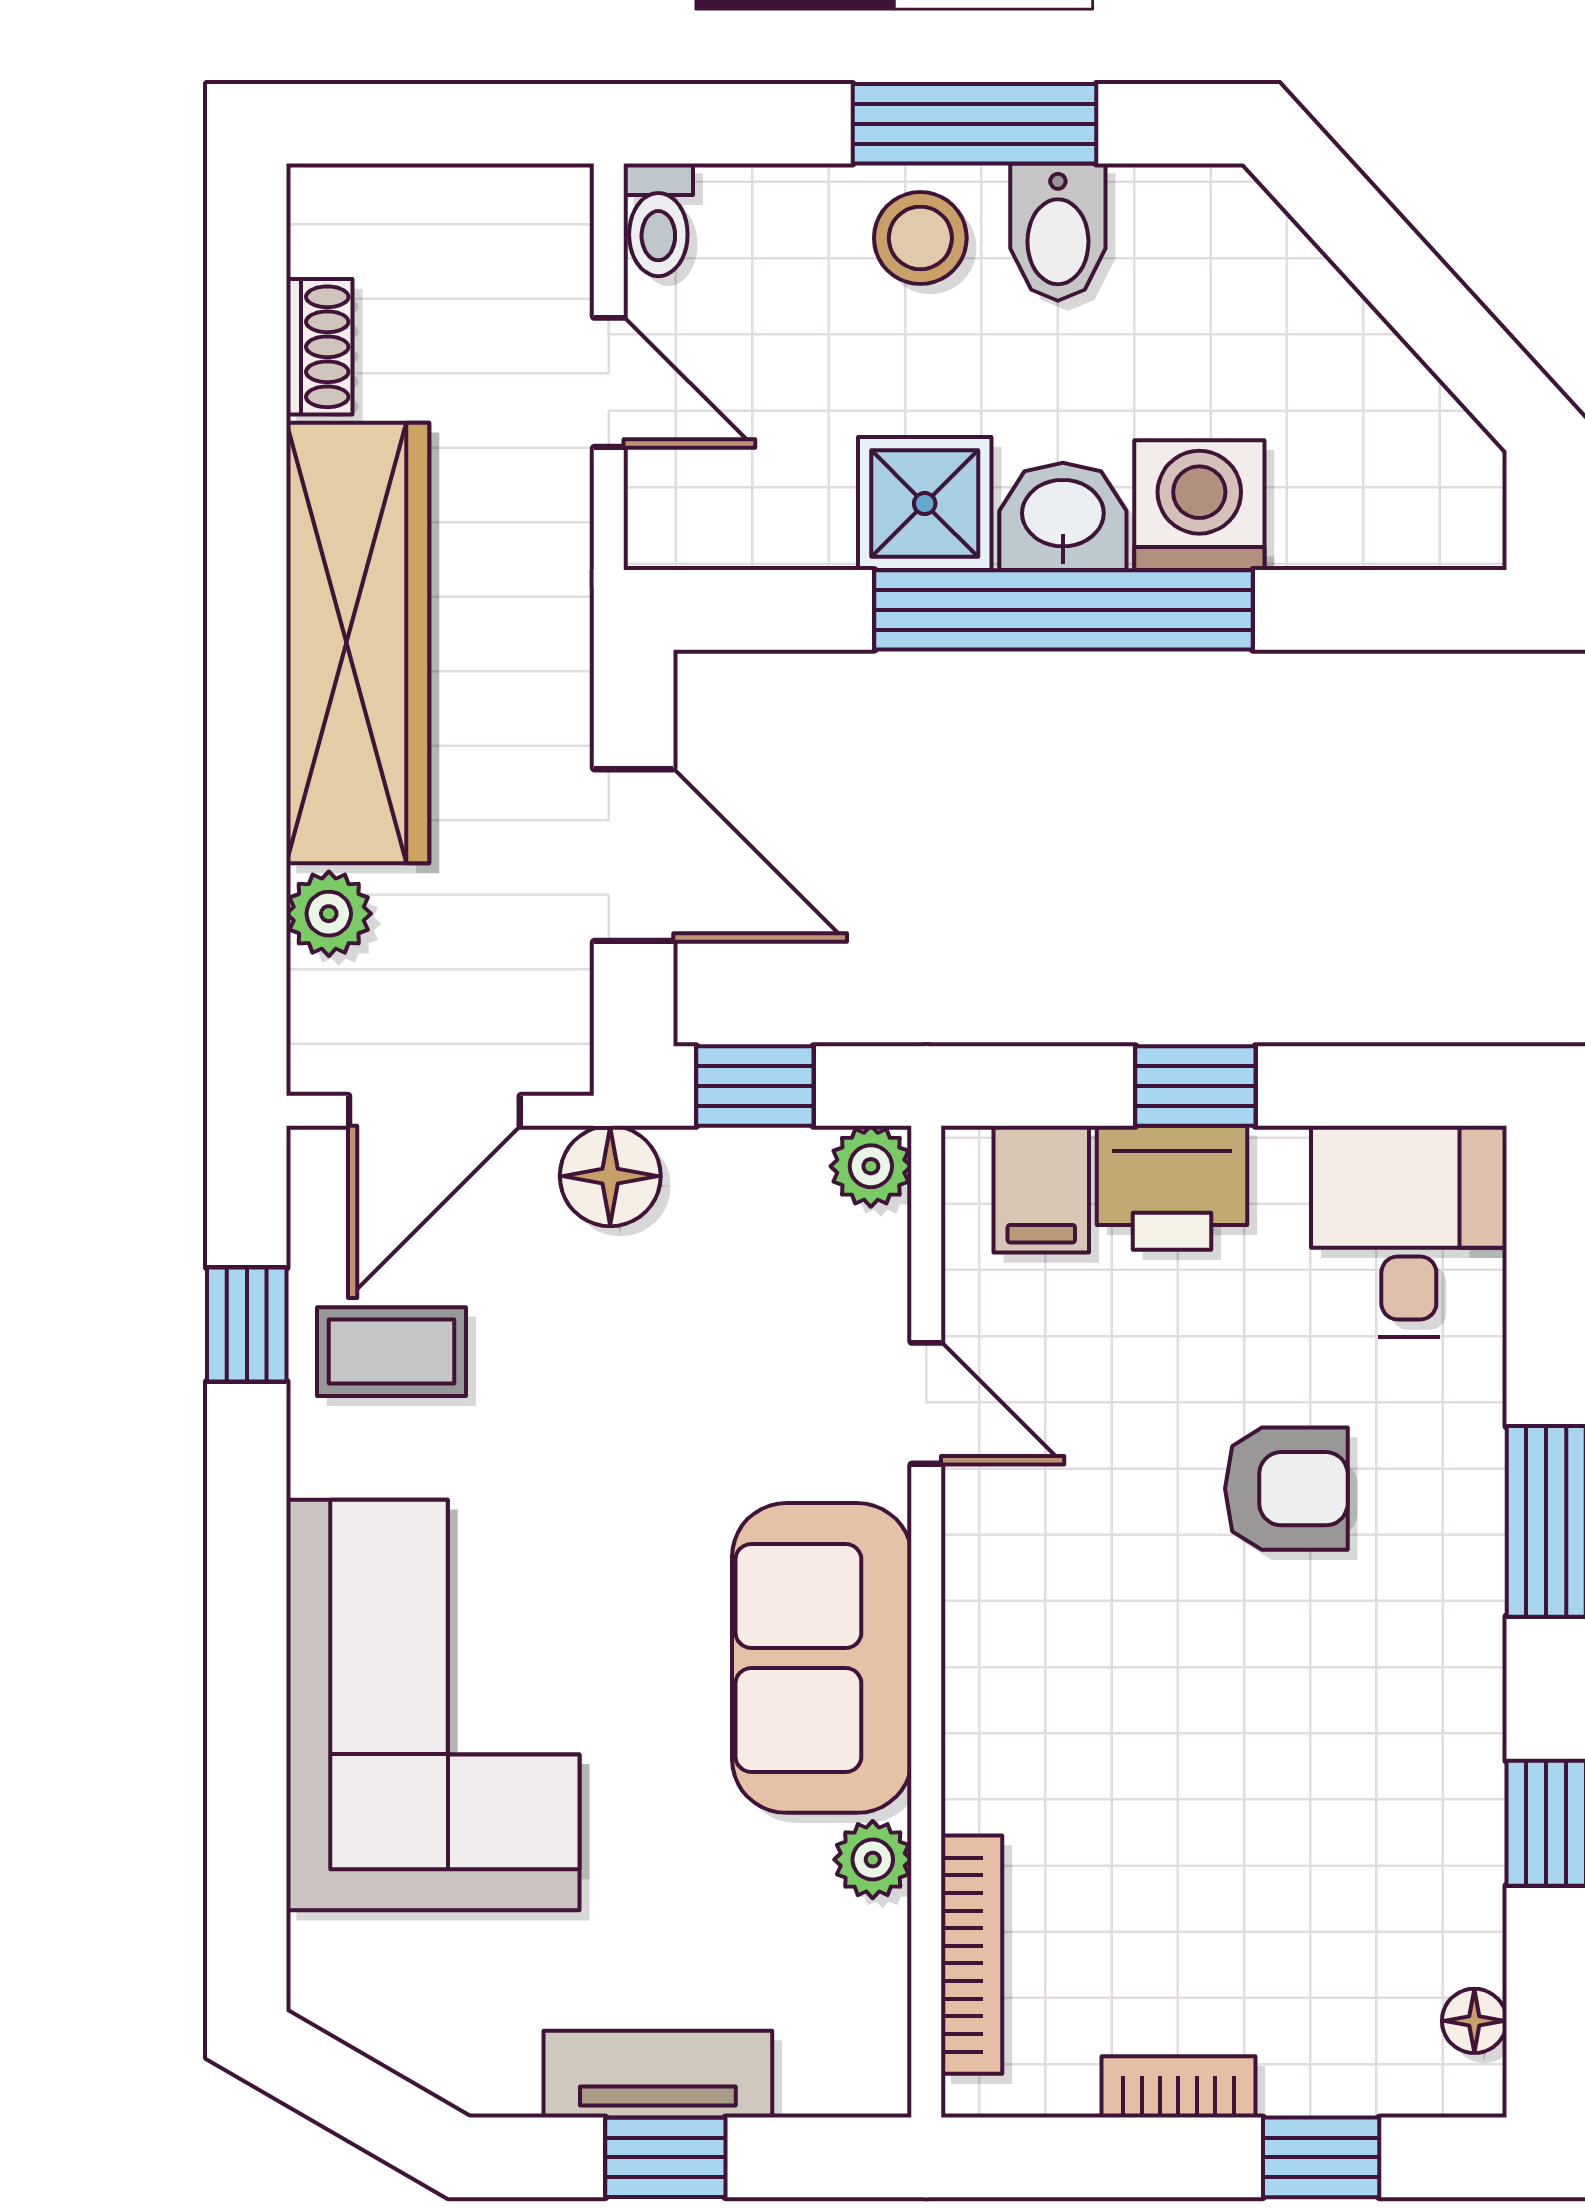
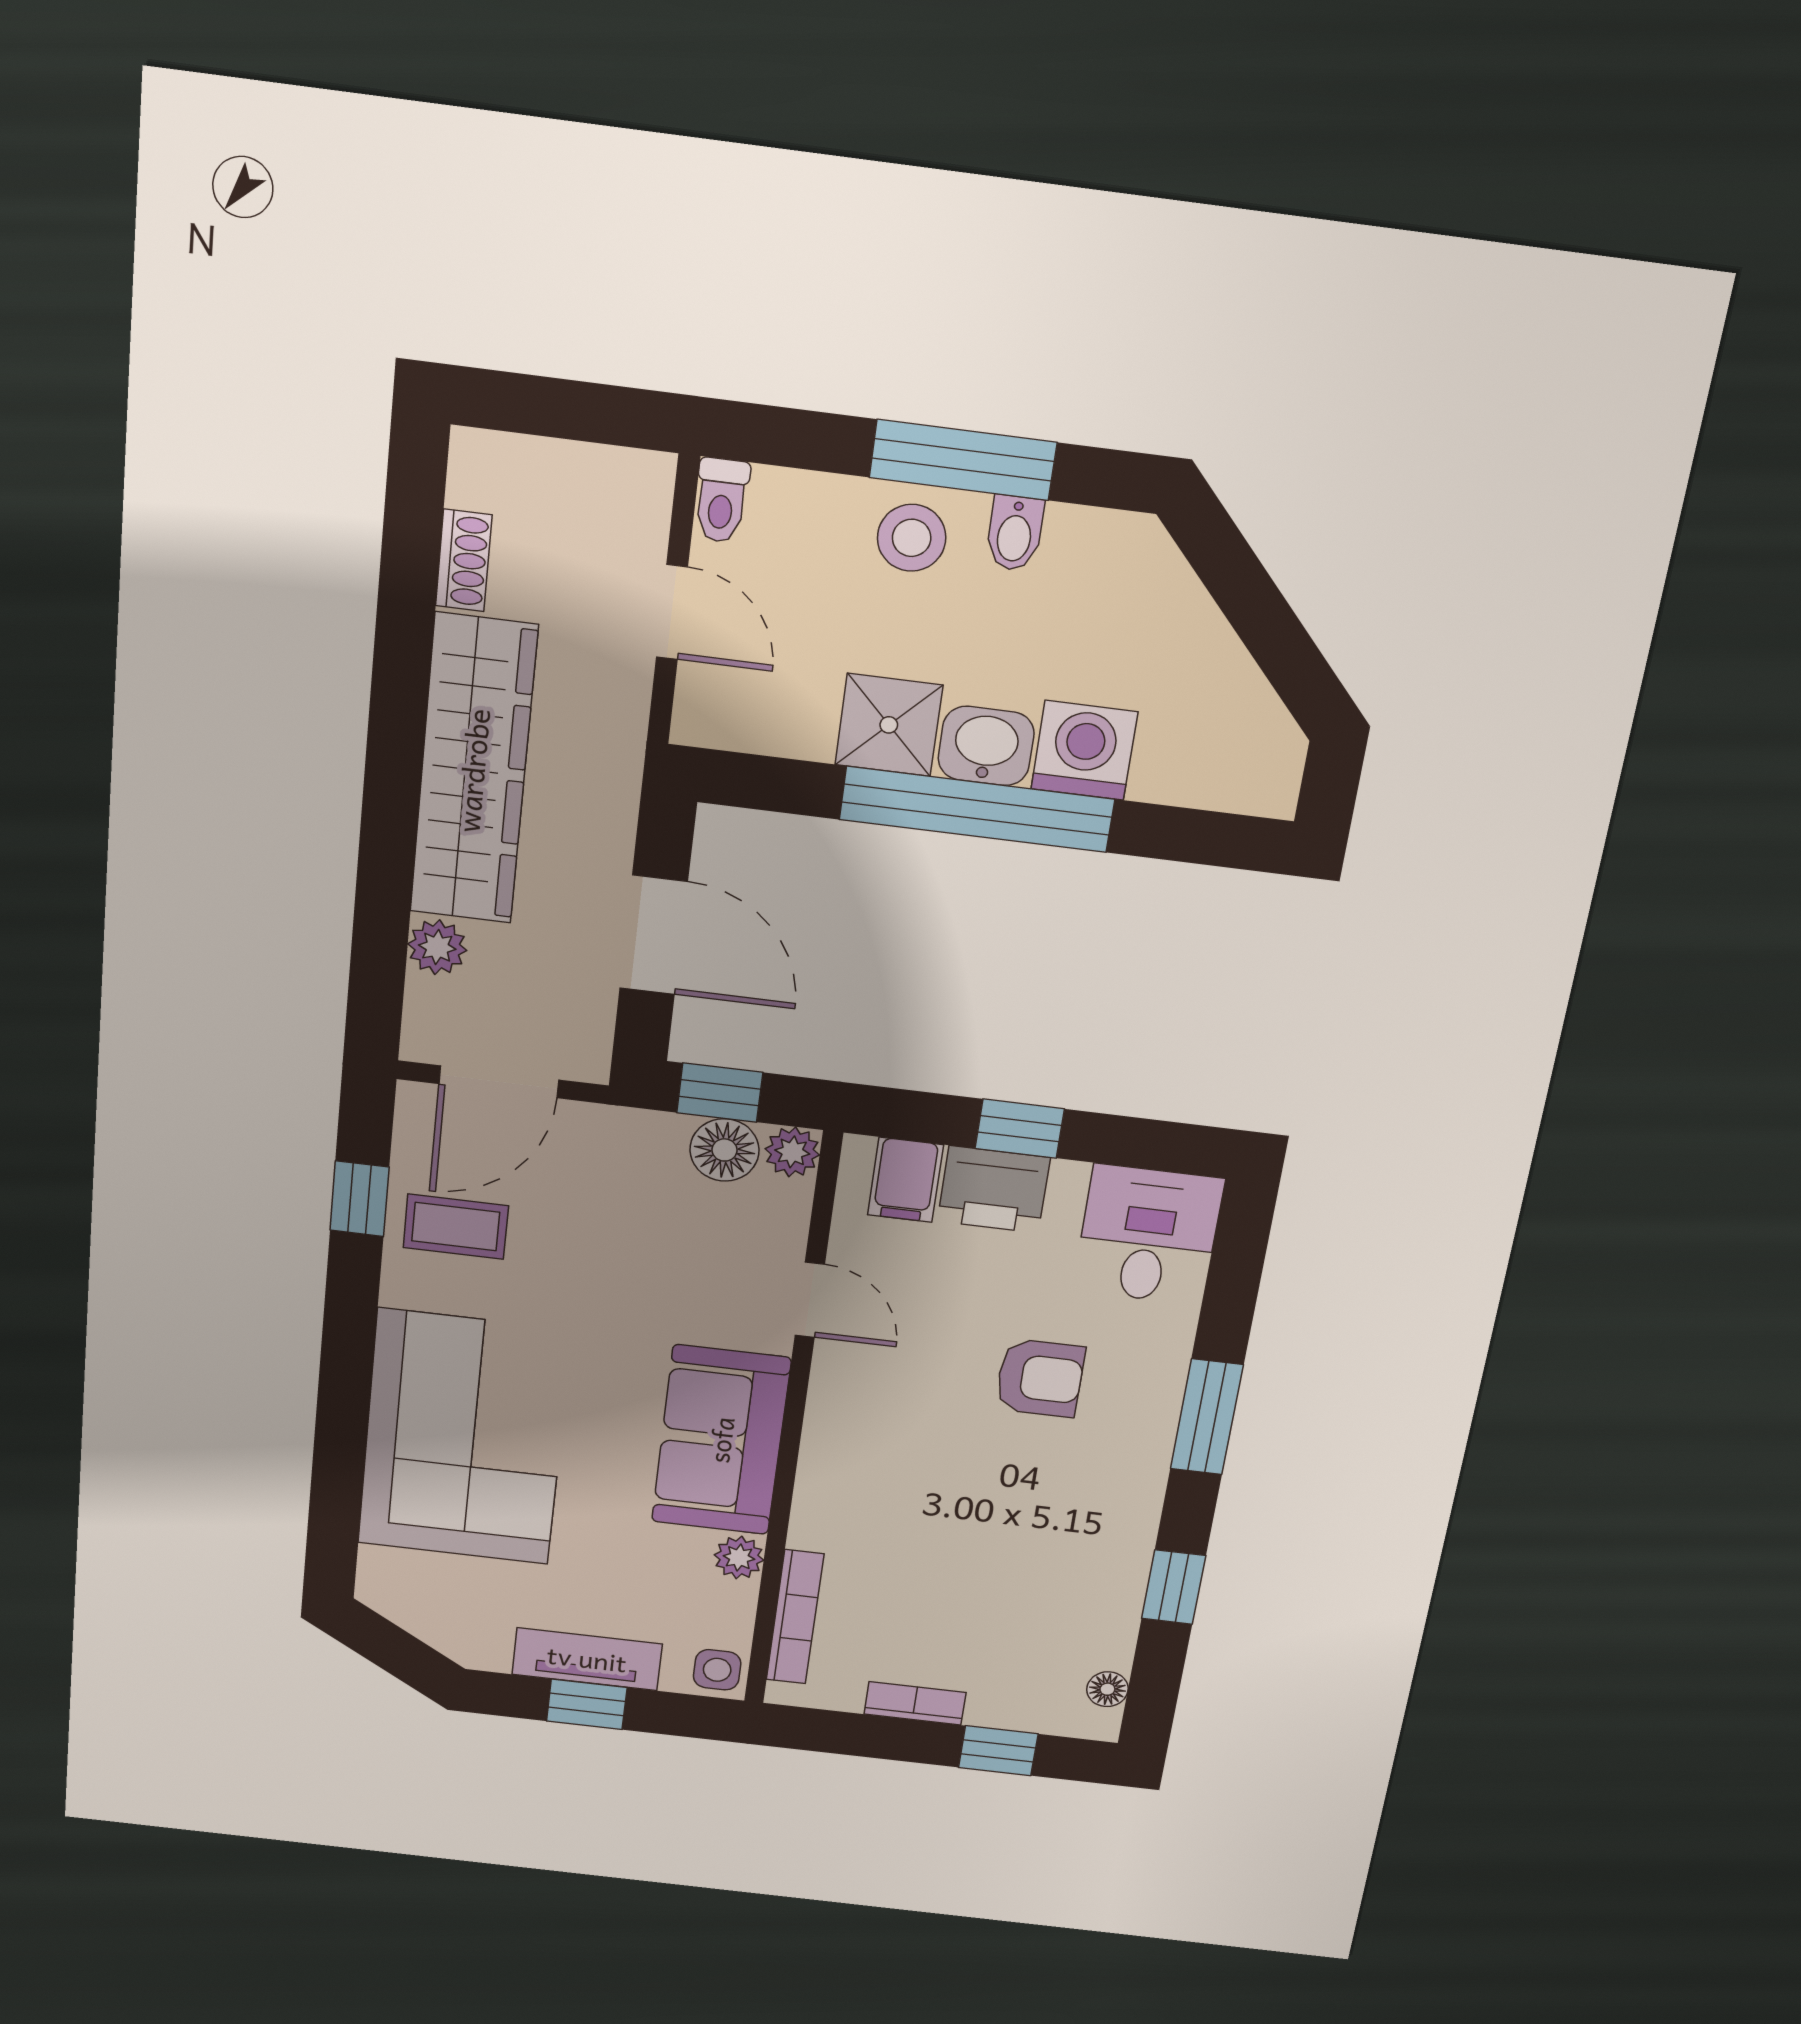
bidet: (1058, 232) -> (1015, 533), width x0.72, depth x0.74
floor lamp: (610, 1176) -> (724, 1150), moved
side table: (862, 2067) -> (717, 1670), added

